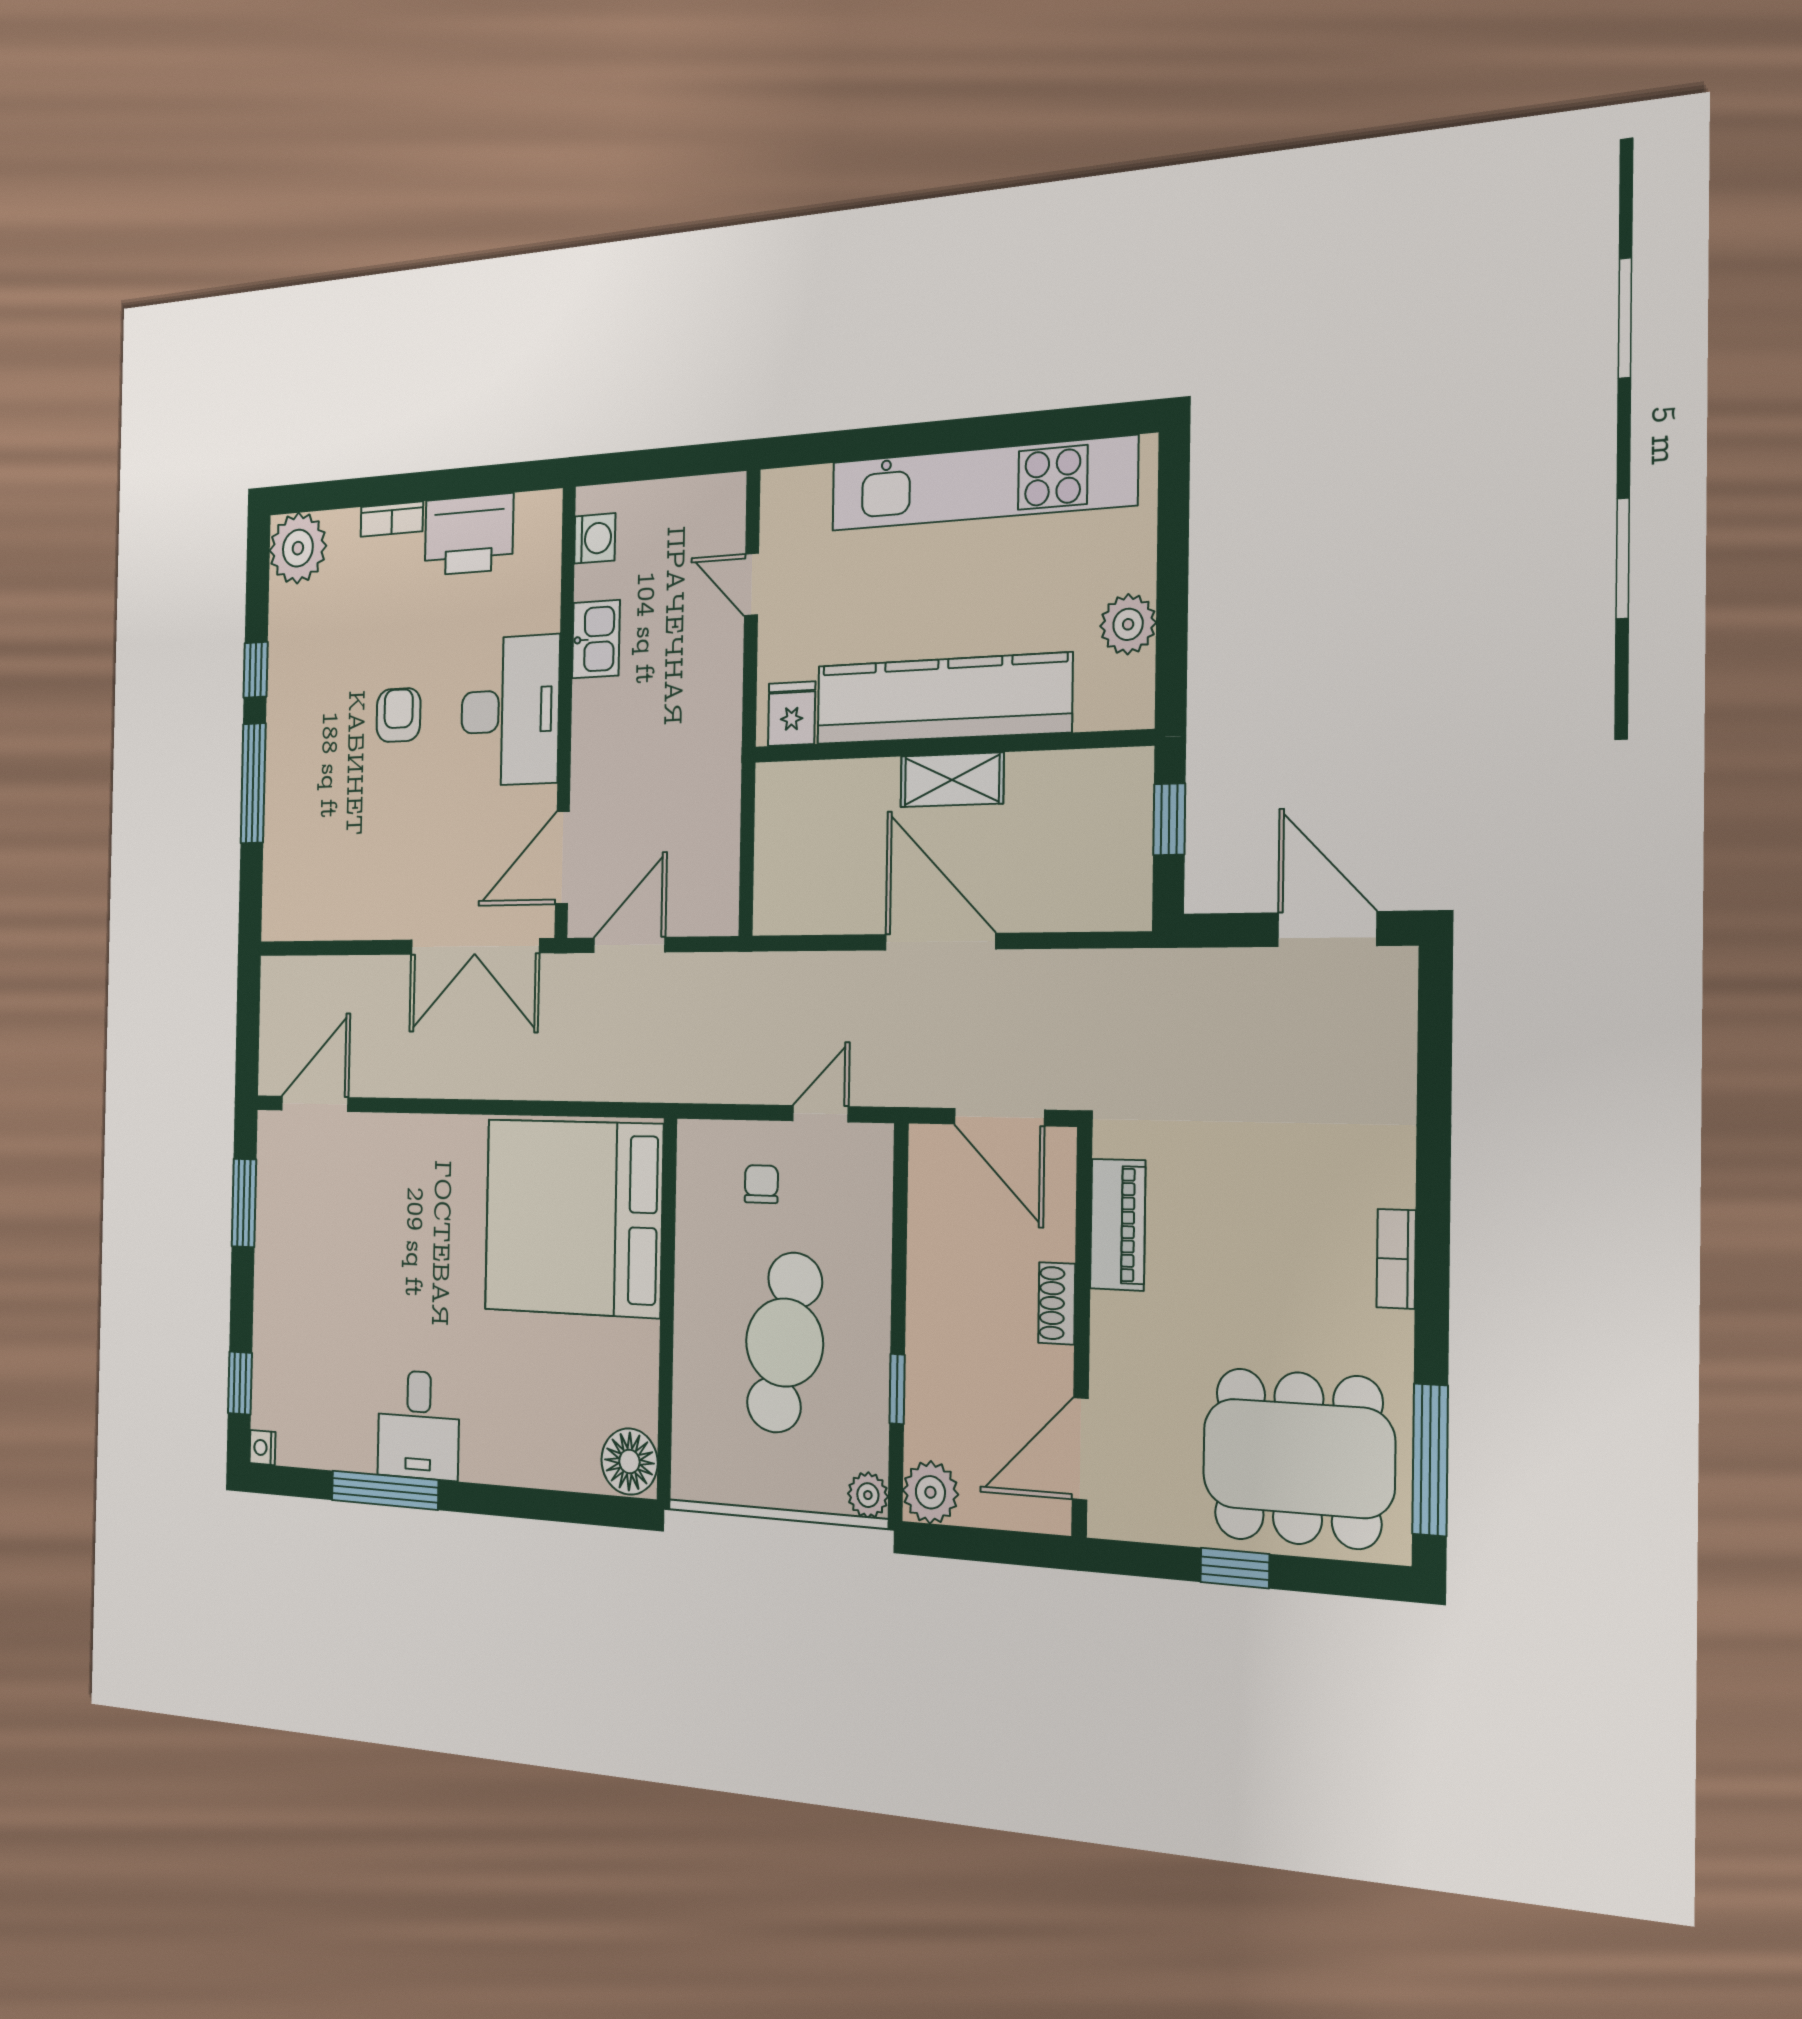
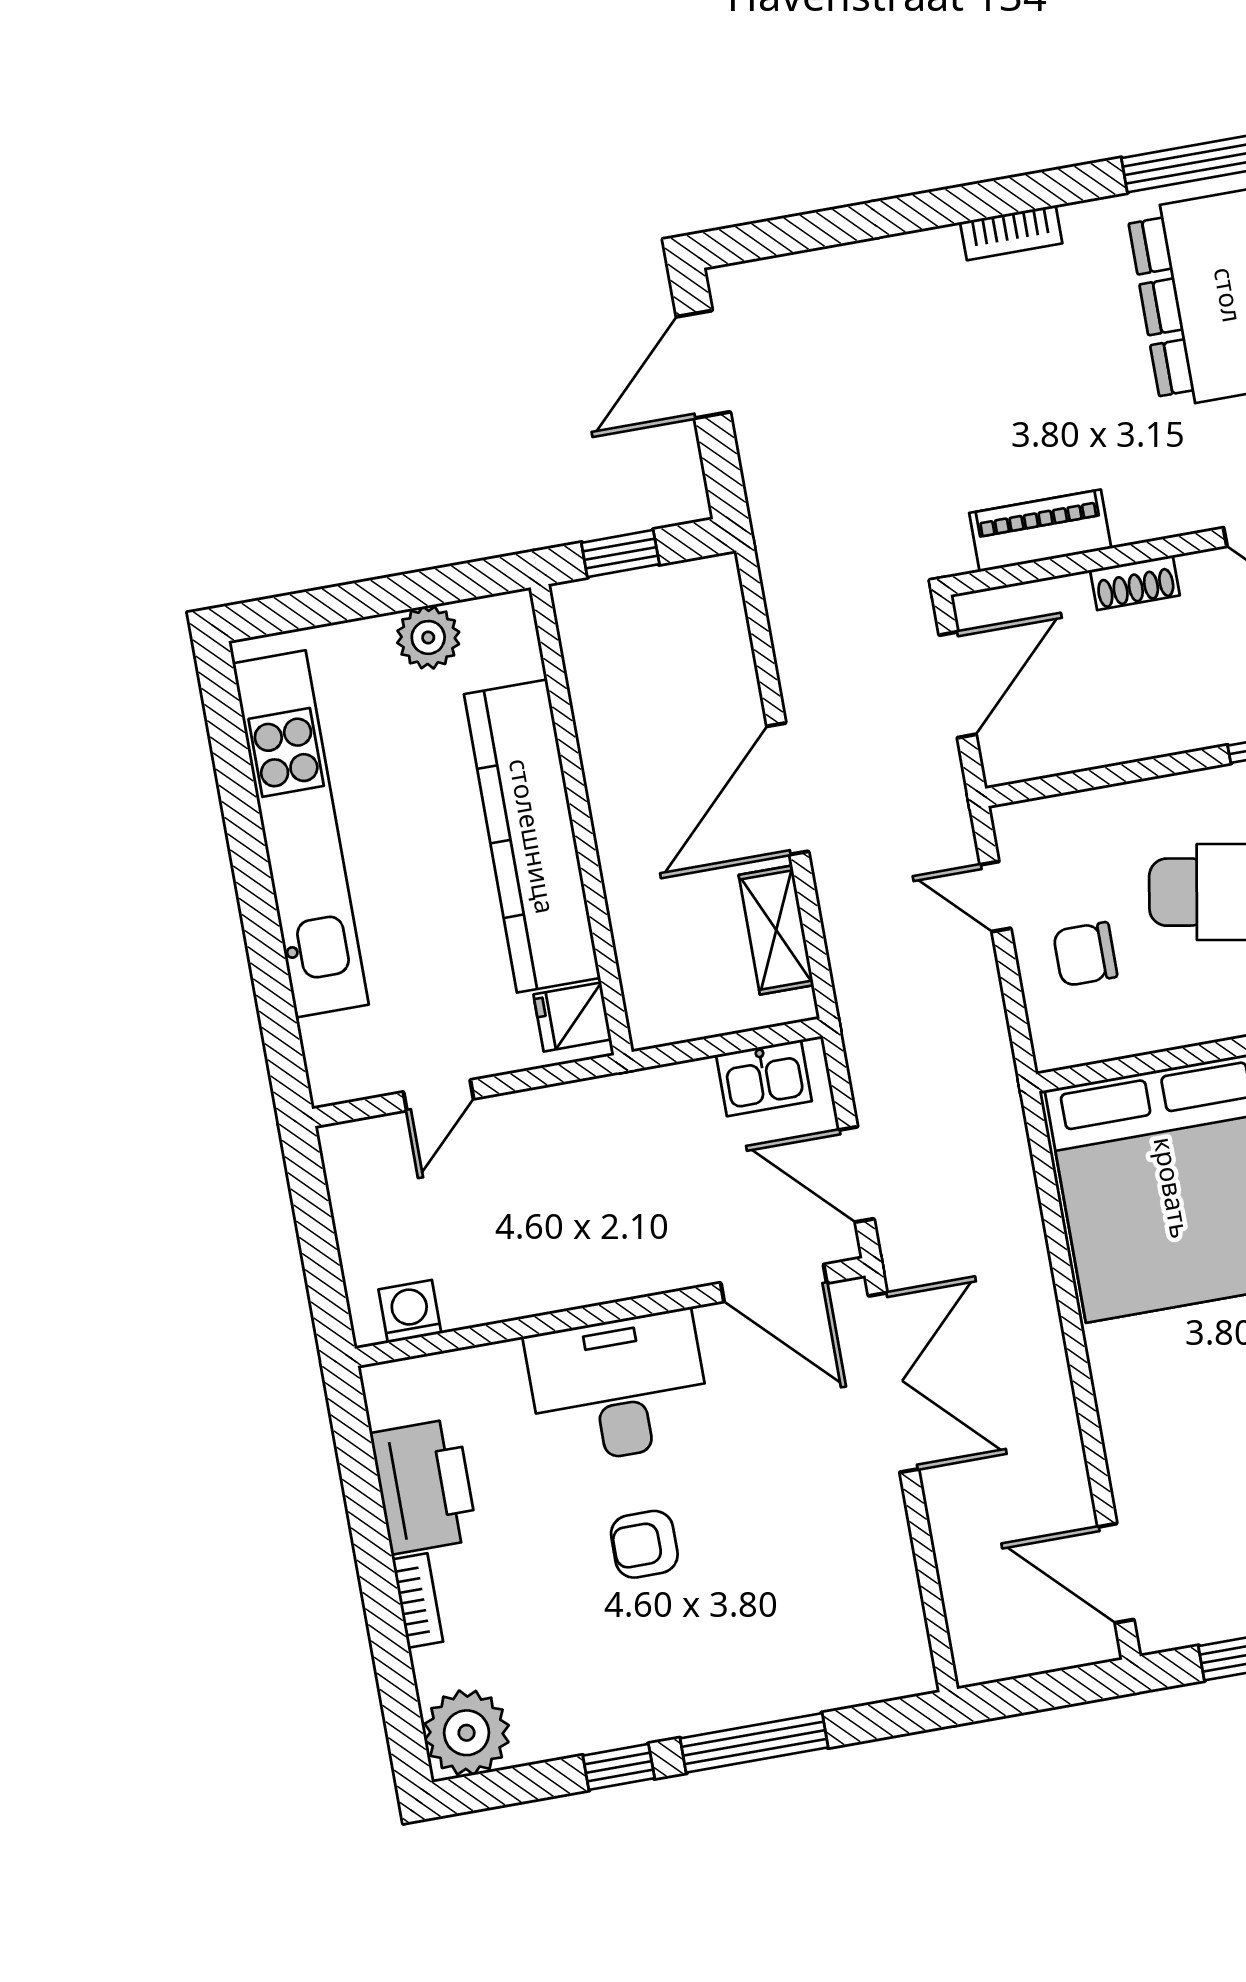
kitchen sink: (596, 639) -> (764, 1078), moved, turned 180
shelving: (952, 780) -> (776, 930), moved
chair: (761, 1184) -> (1085, 954), width x1.37, depth x1.37

